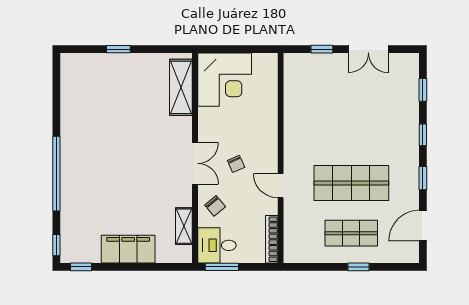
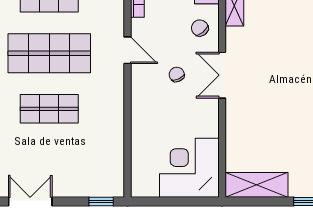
window: (322, 49) -> (101, 201), moved
shelving: (181, 87) -> (257, 185), moved, turned 90
shop shelf: (351, 133) -> (49, 109), added

